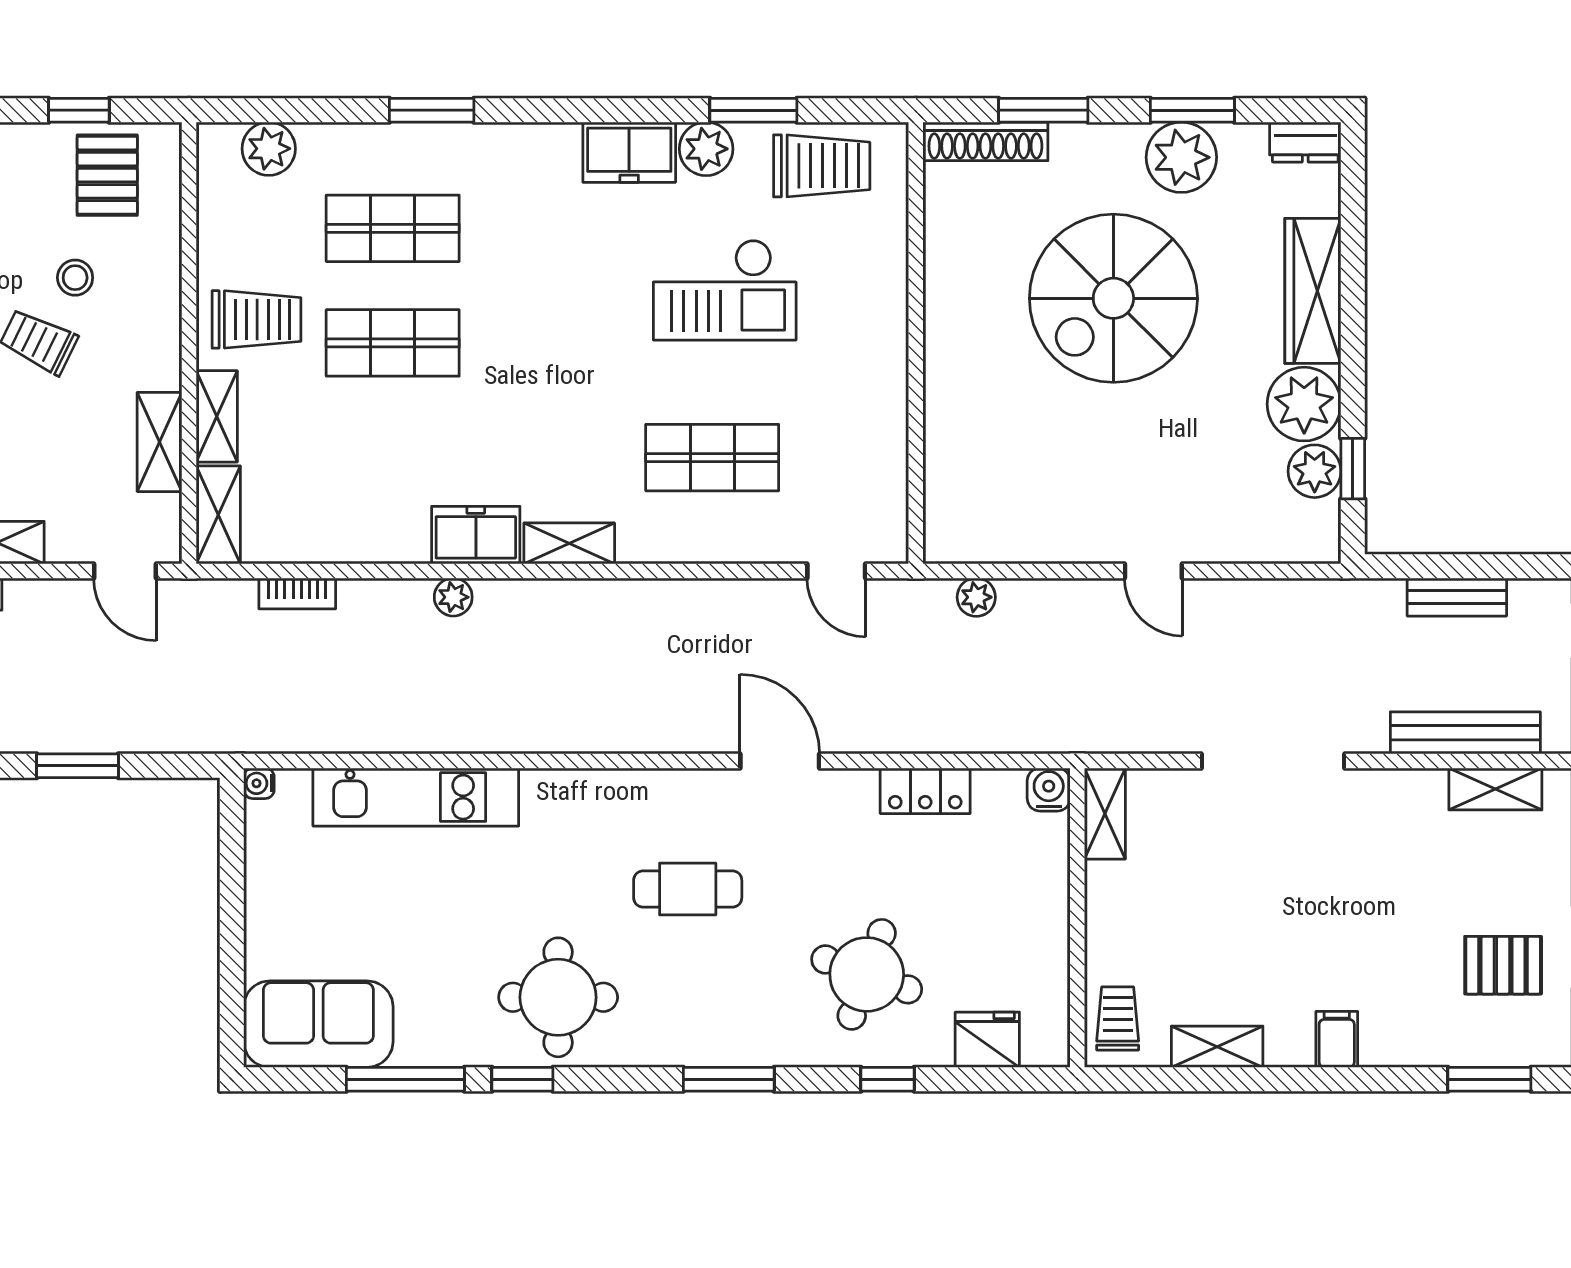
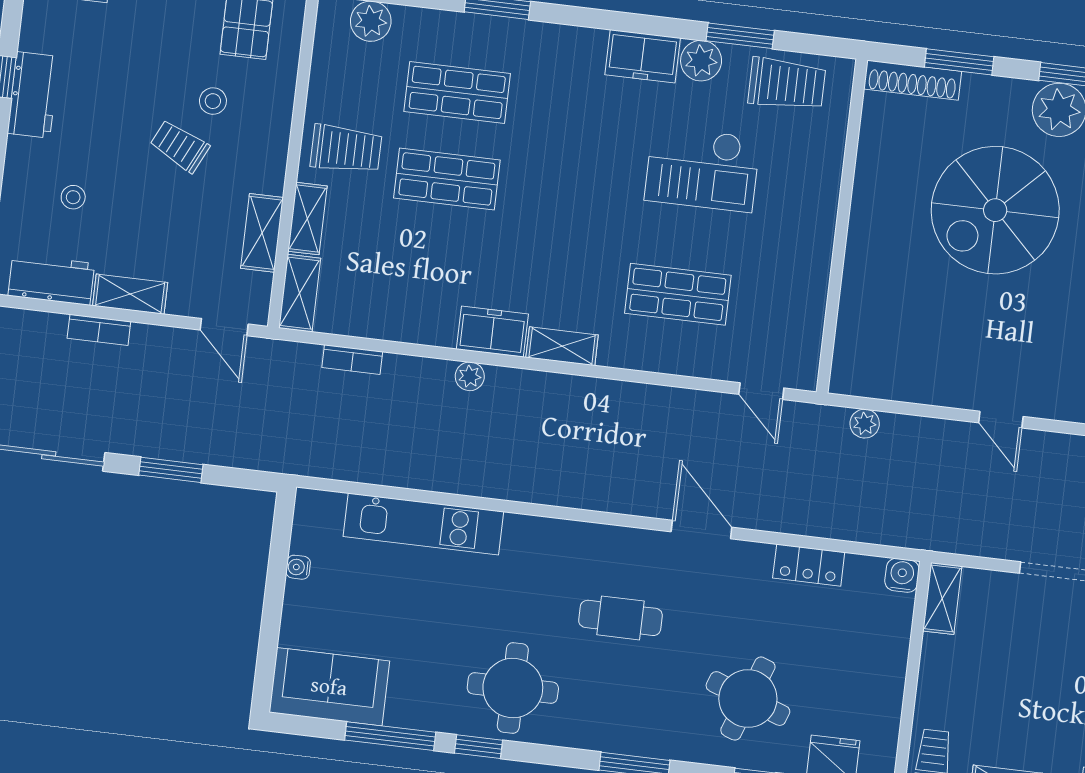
water cooler: (259, 783) -> (298, 567), moved

